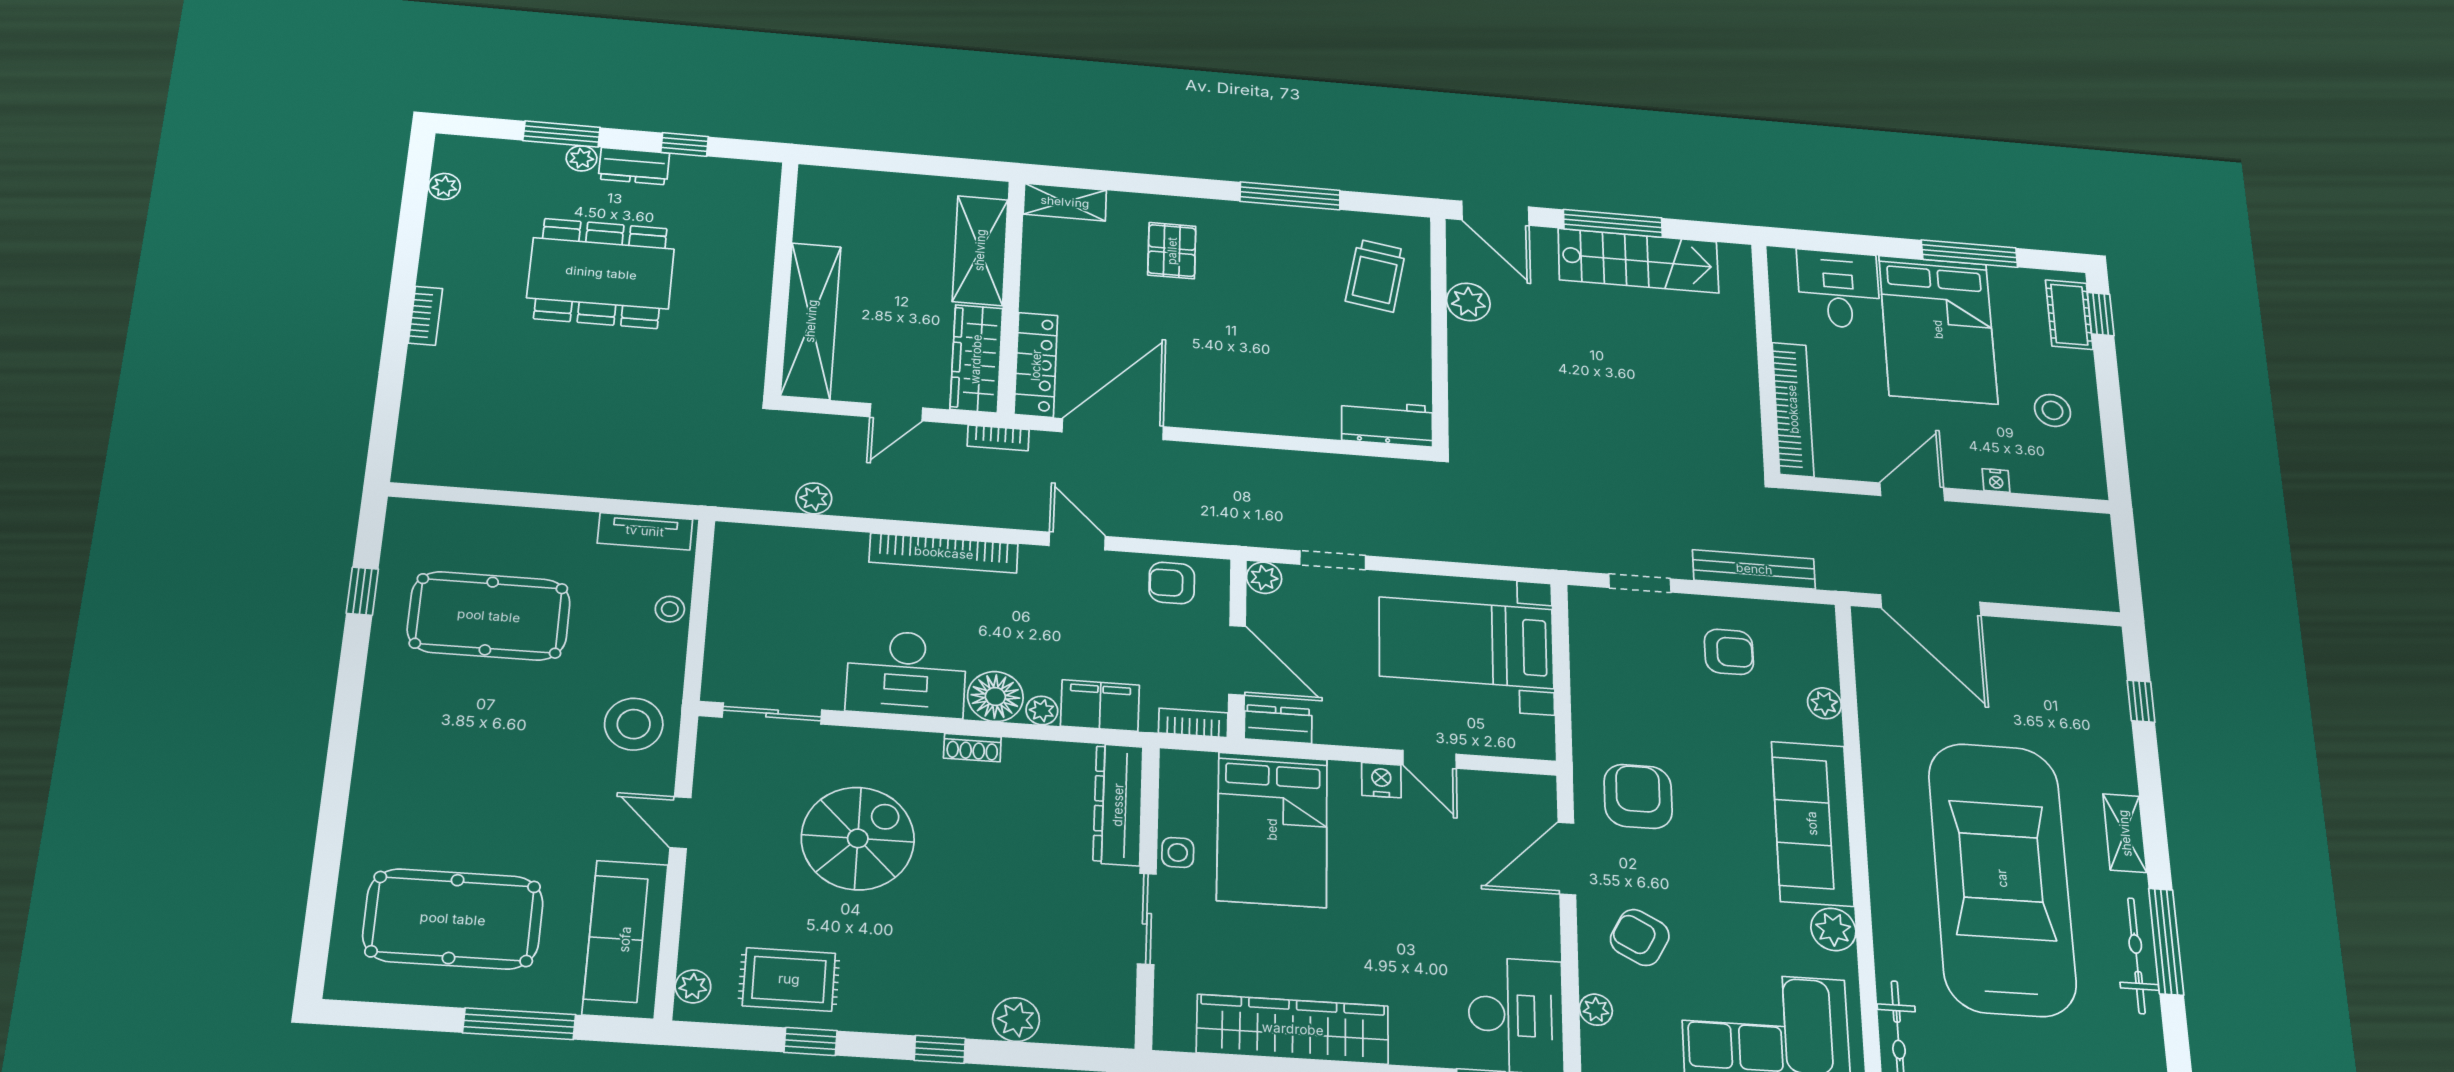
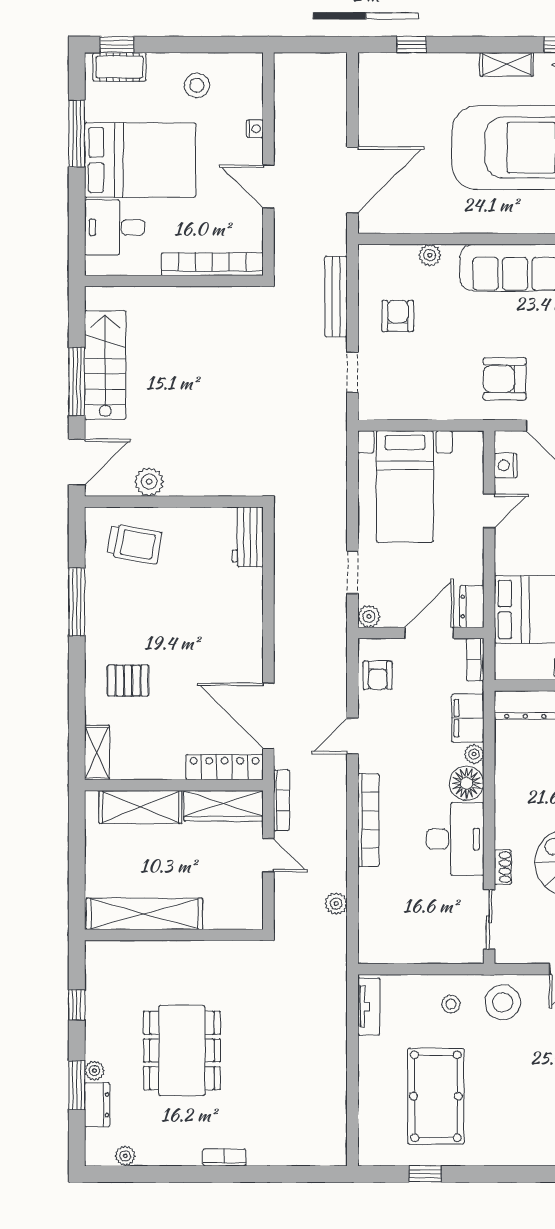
dresser: (634, 166) -> (97, 1105), moved
shelving: (811, 321) -> (144, 914), moved
bookcase: (998, 438) -> (282, 800), width x1.56
stool: (670, 609) -> (451, 1004), moved
shoe rack: (972, 748) -> (503, 867), moved
nightstand: (1381, 780) -> (506, 465), moved

